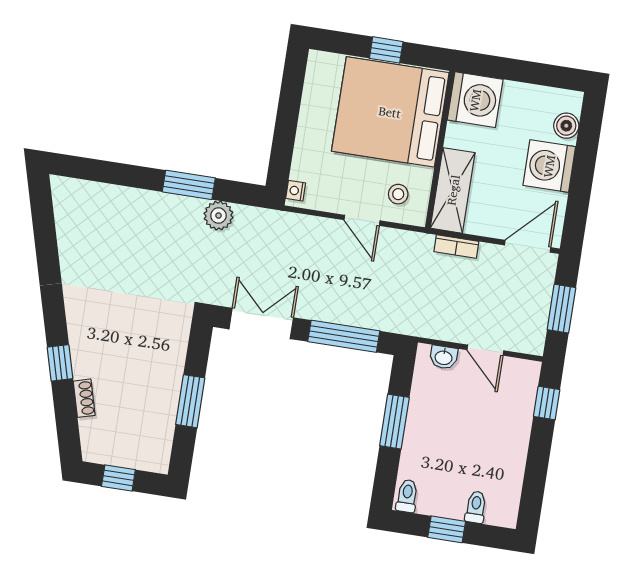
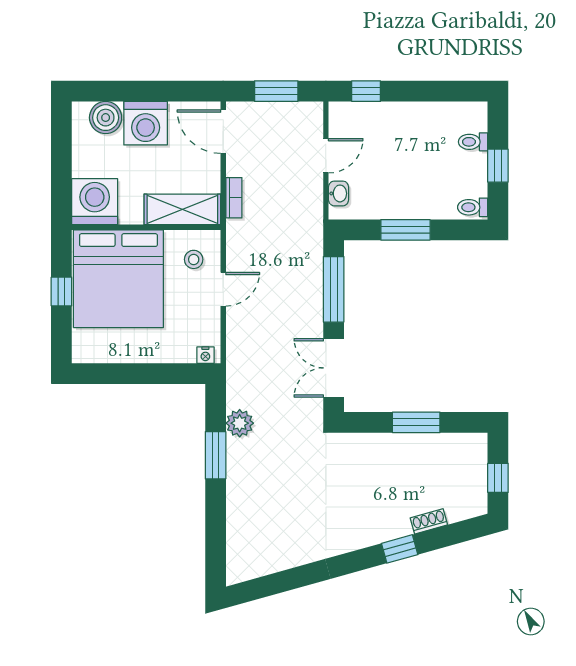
boiler: (566, 126) -> (106, 118), width x1.36, depth x1.36

